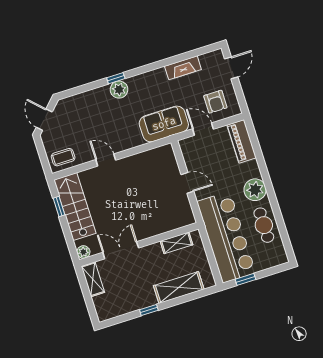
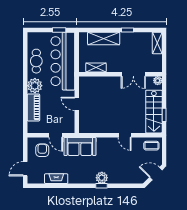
door: (44, 120) -> (156, 174), swing flipped
piano: (242, 141) -> (33, 107), moved
shelving: (93, 279) -> (157, 43), moved

